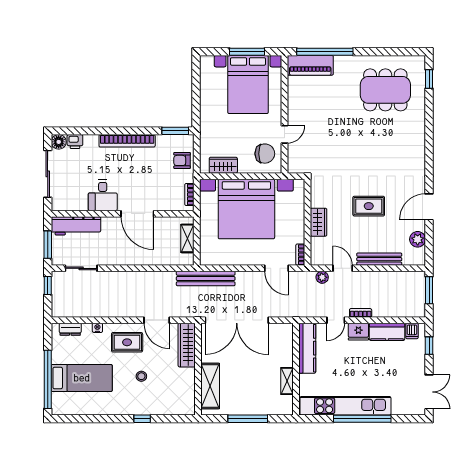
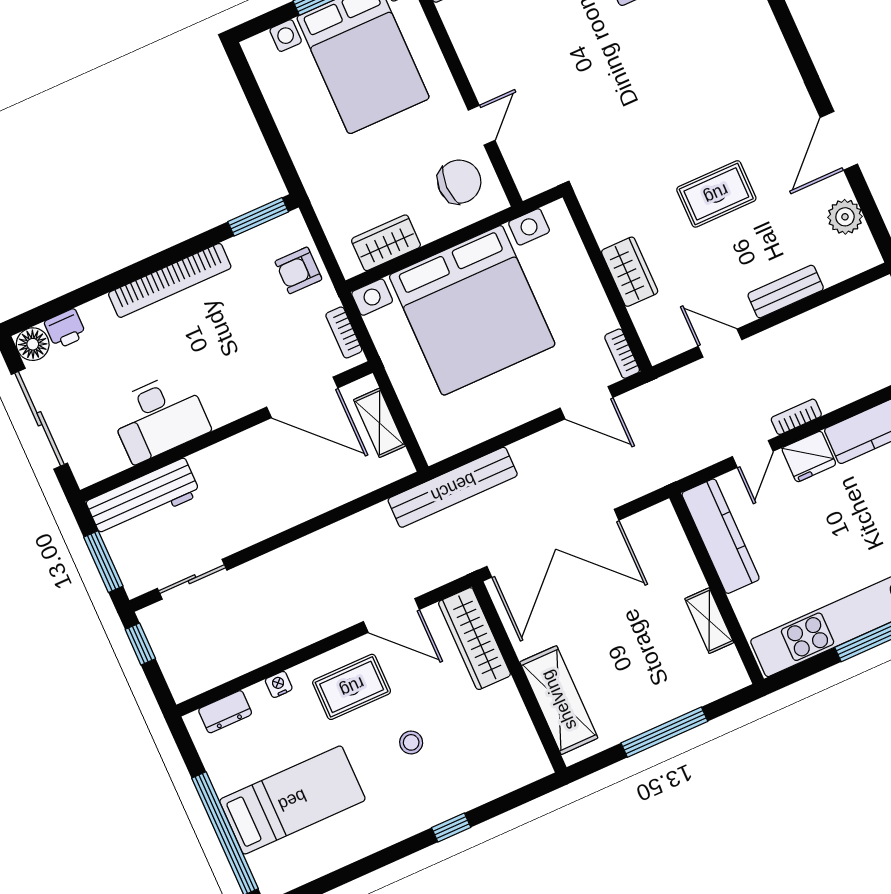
desk: (103, 195) -> (159, 417), width x1.37
door: (137, 214) -> (302, 397), moved
bench: (379, 259) -> (786, 292), width x0.73
plant: (322, 277) -> (687, 380), removed

